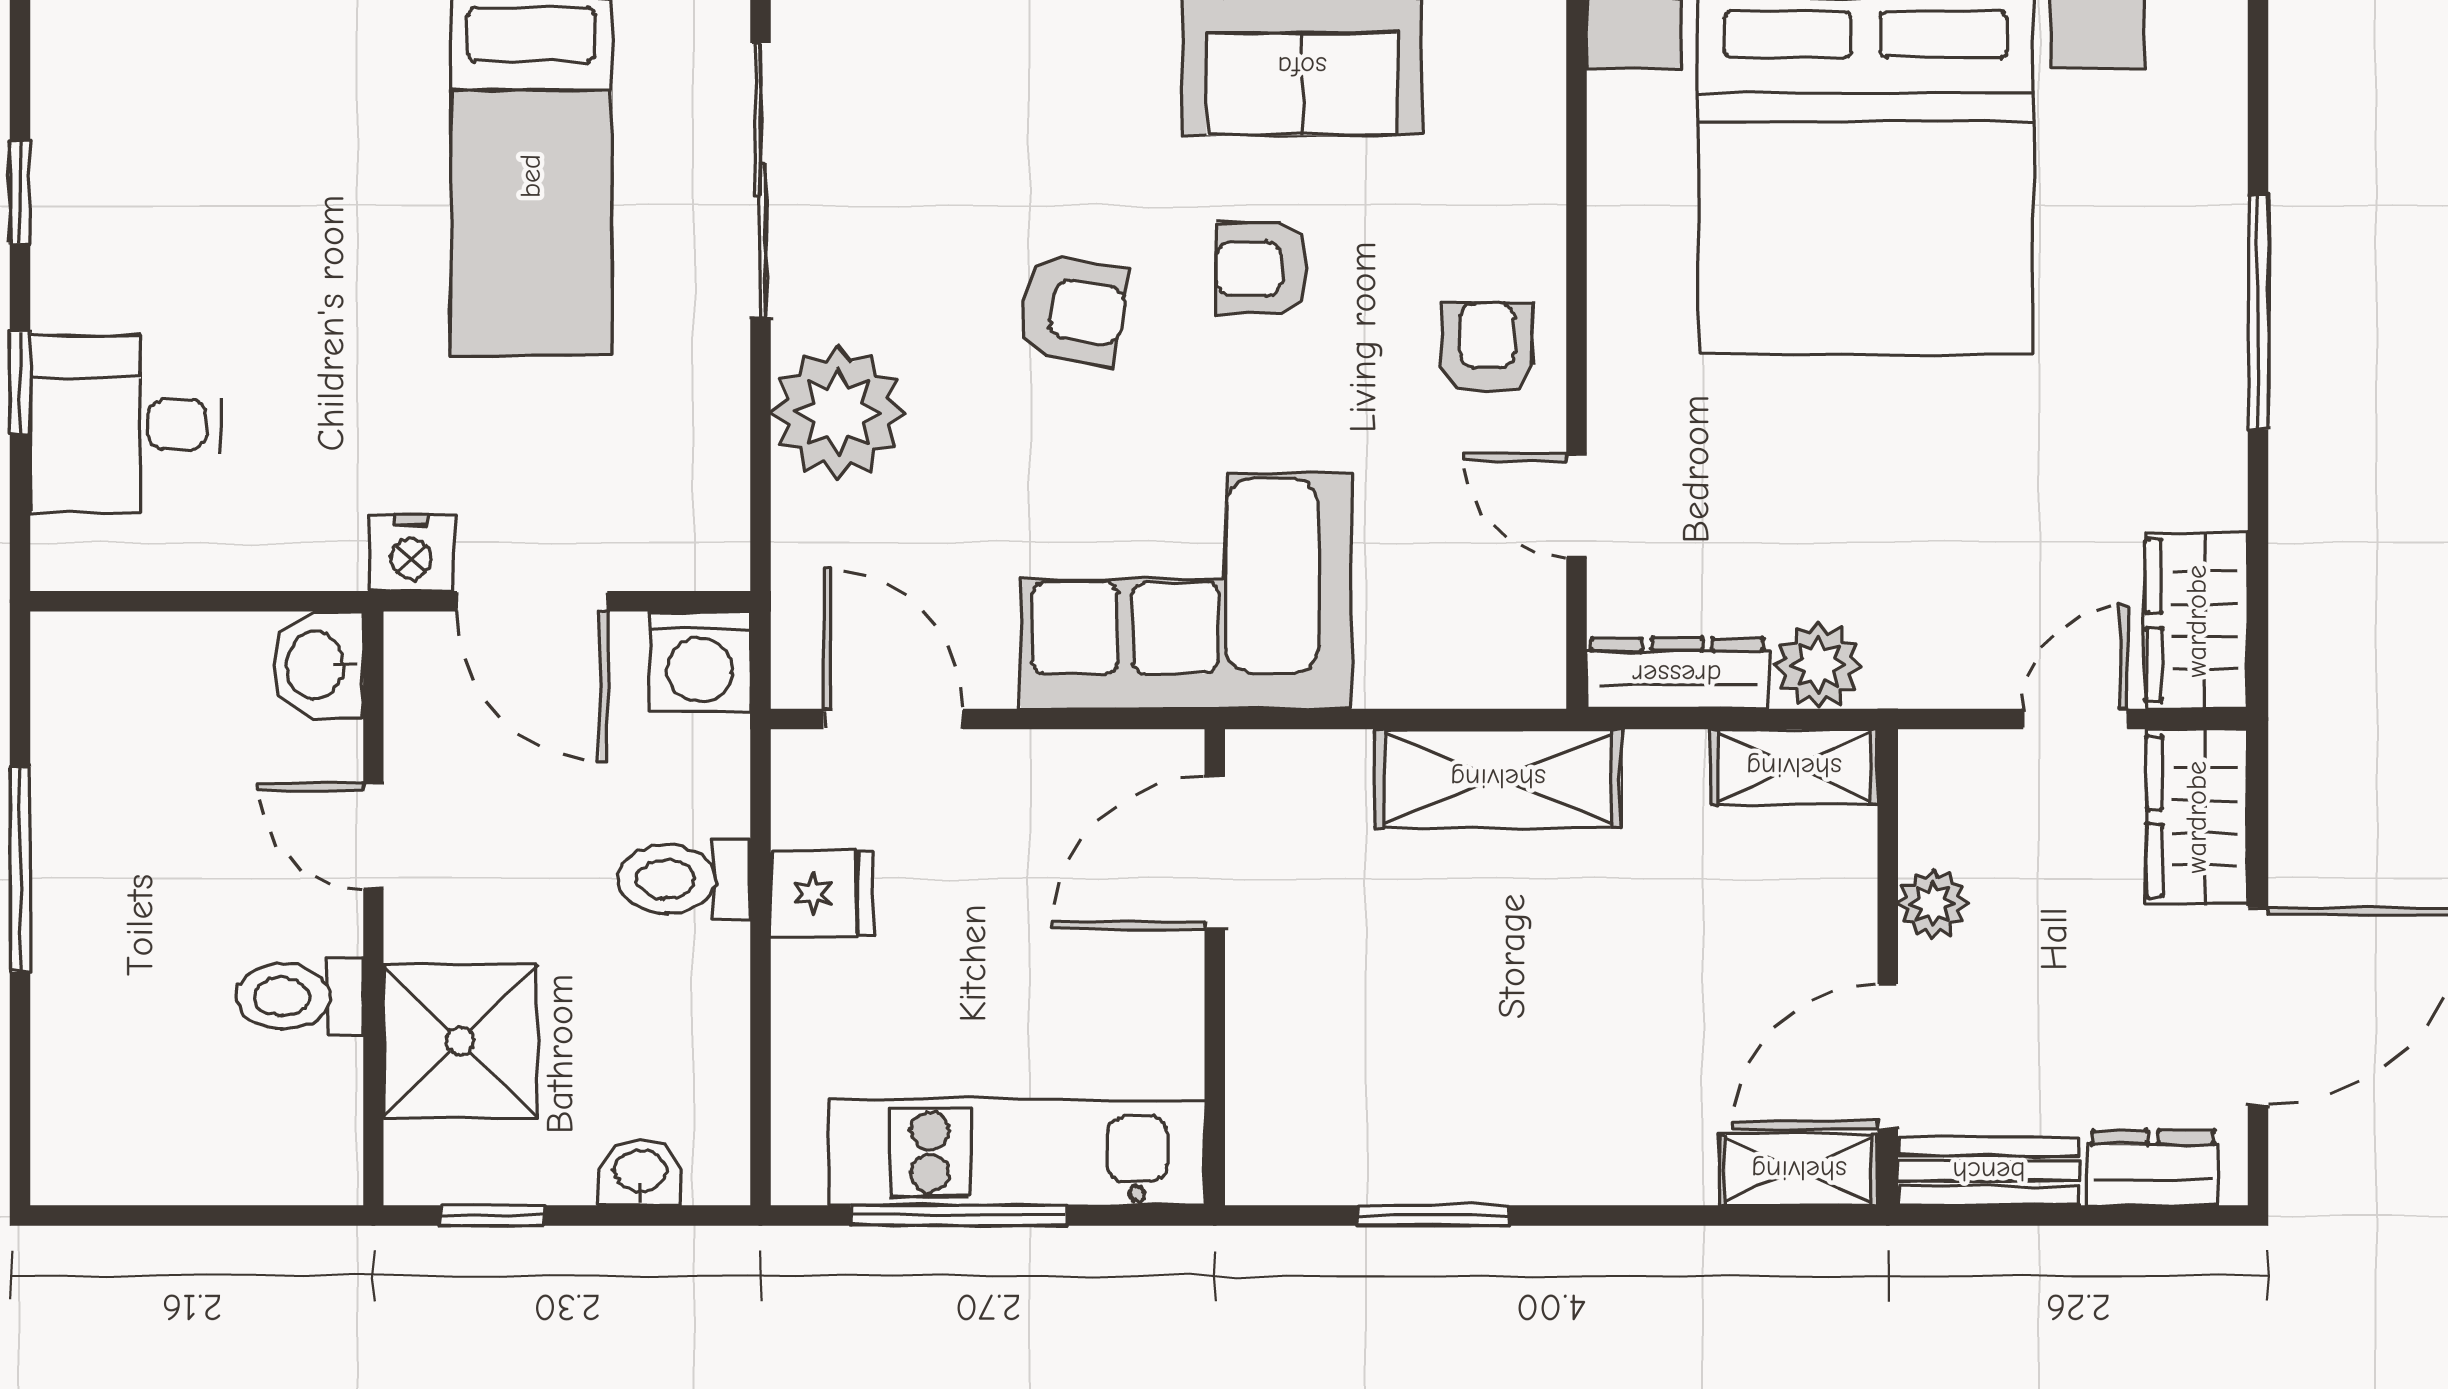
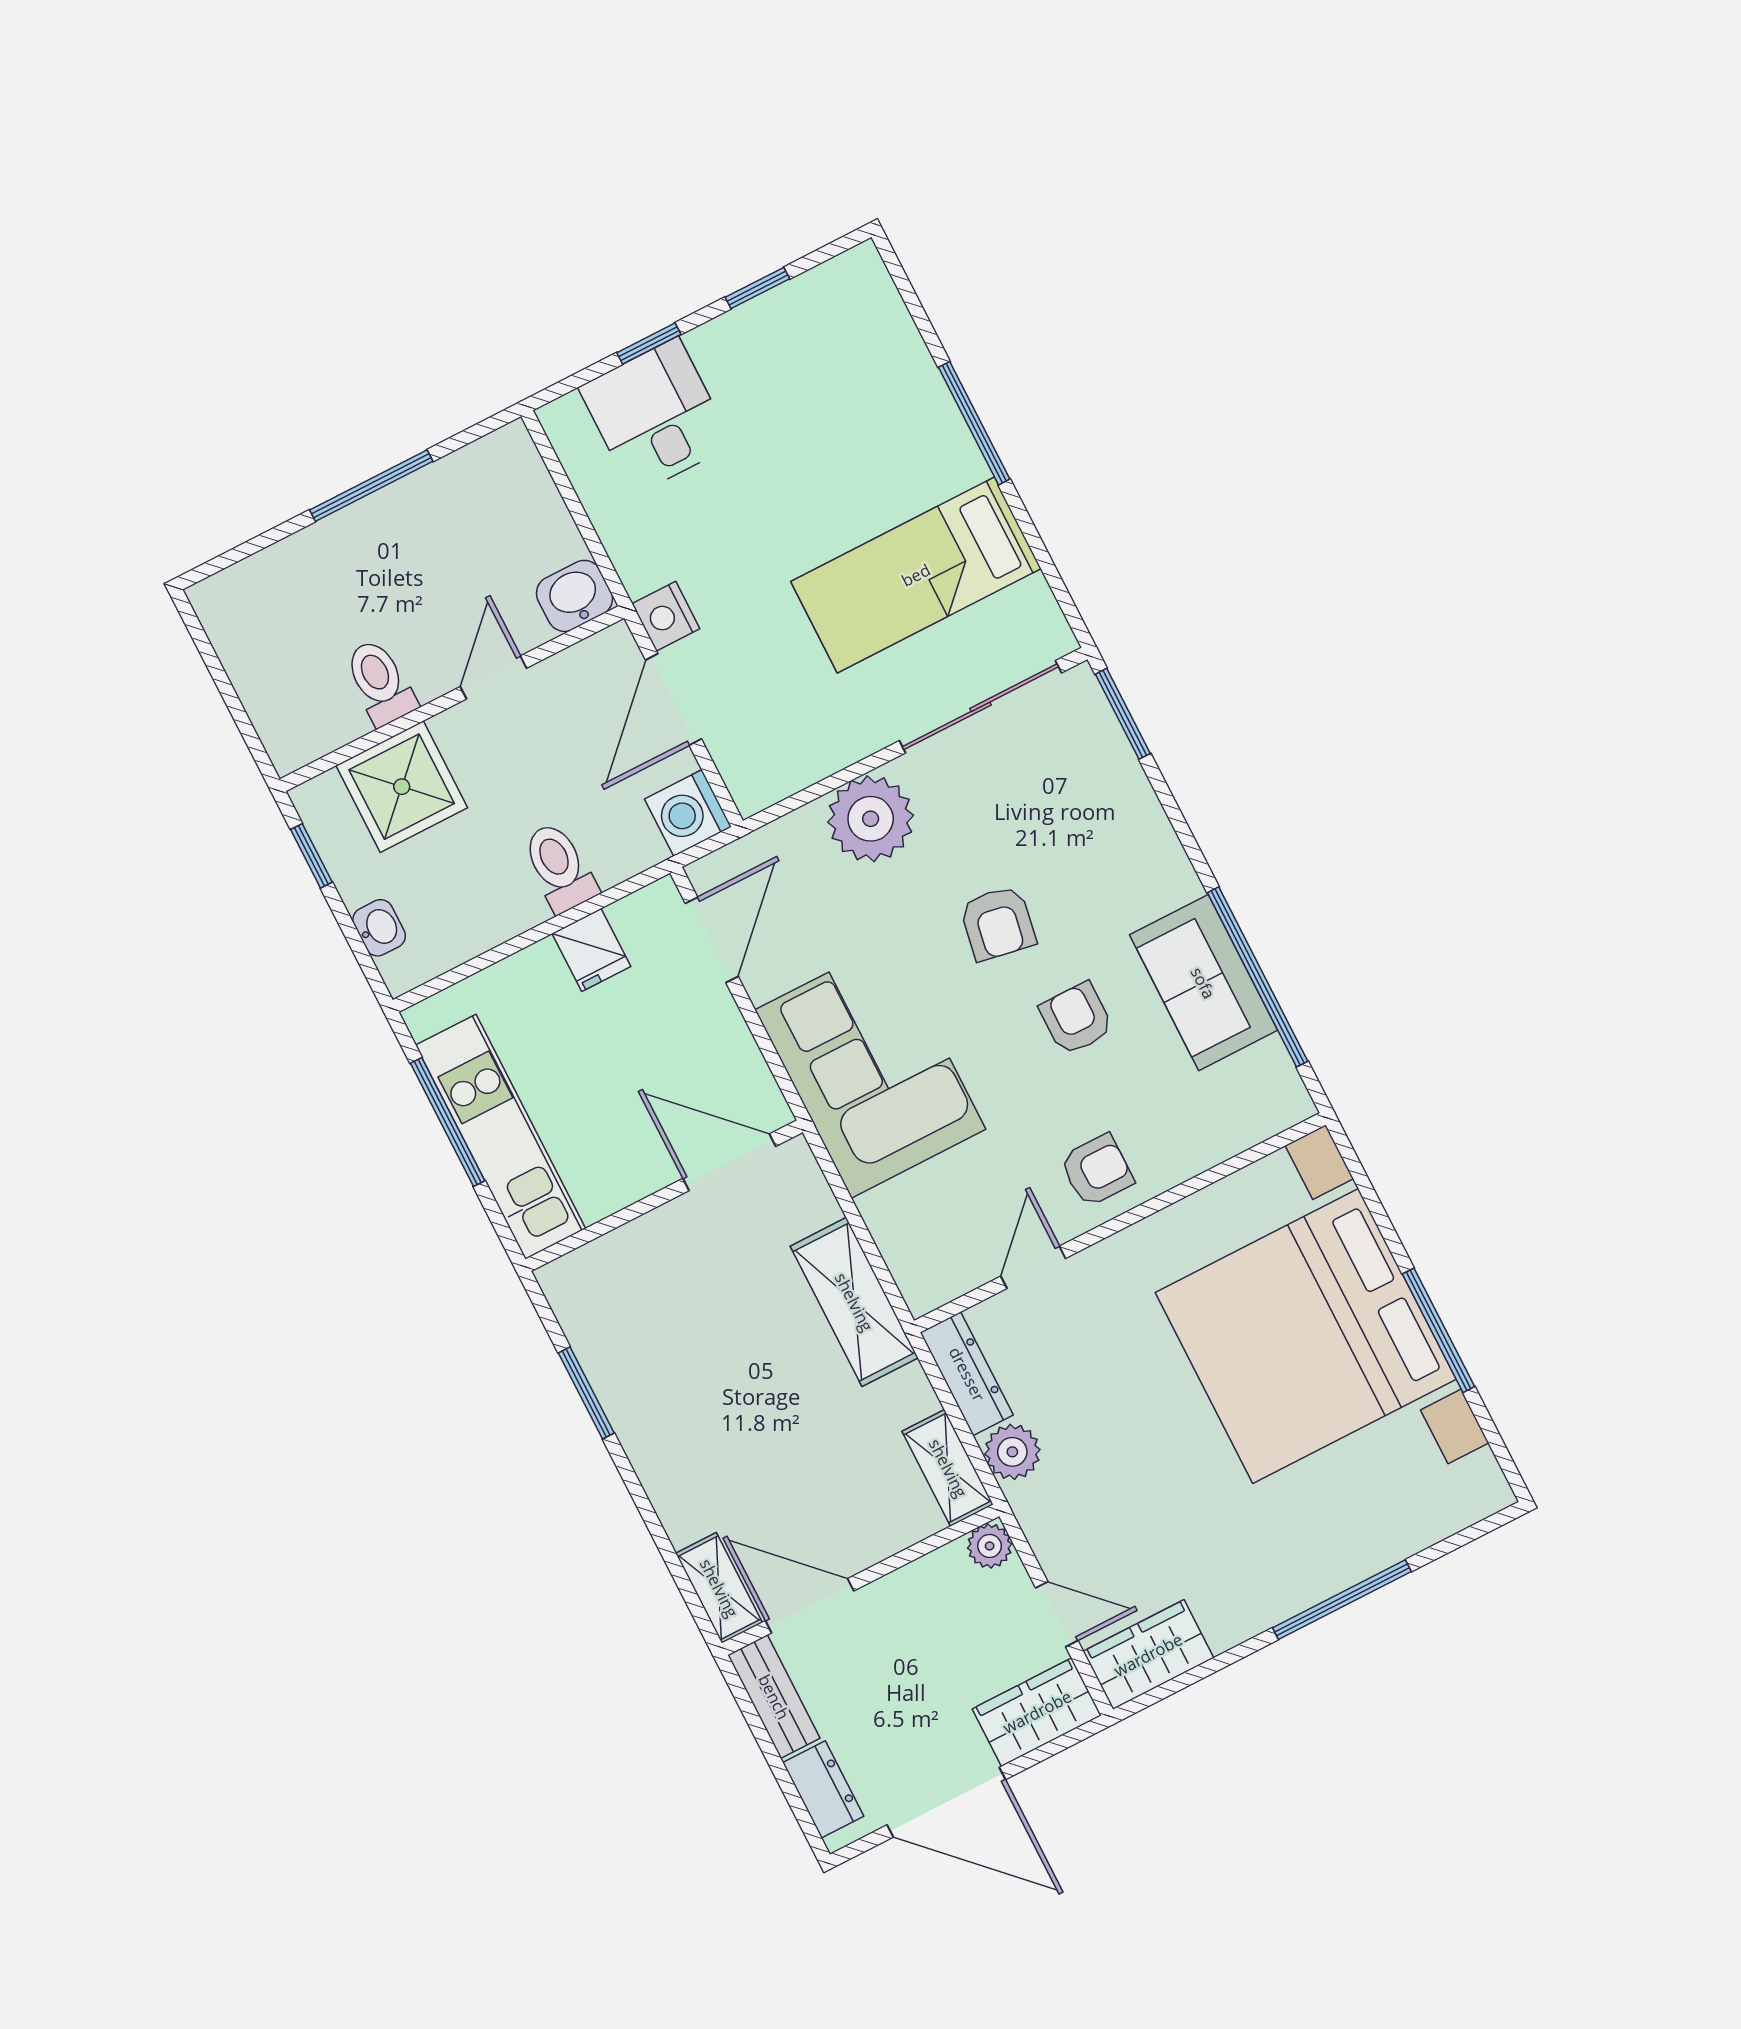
plant: (1933, 904) -> (990, 1546), moved

